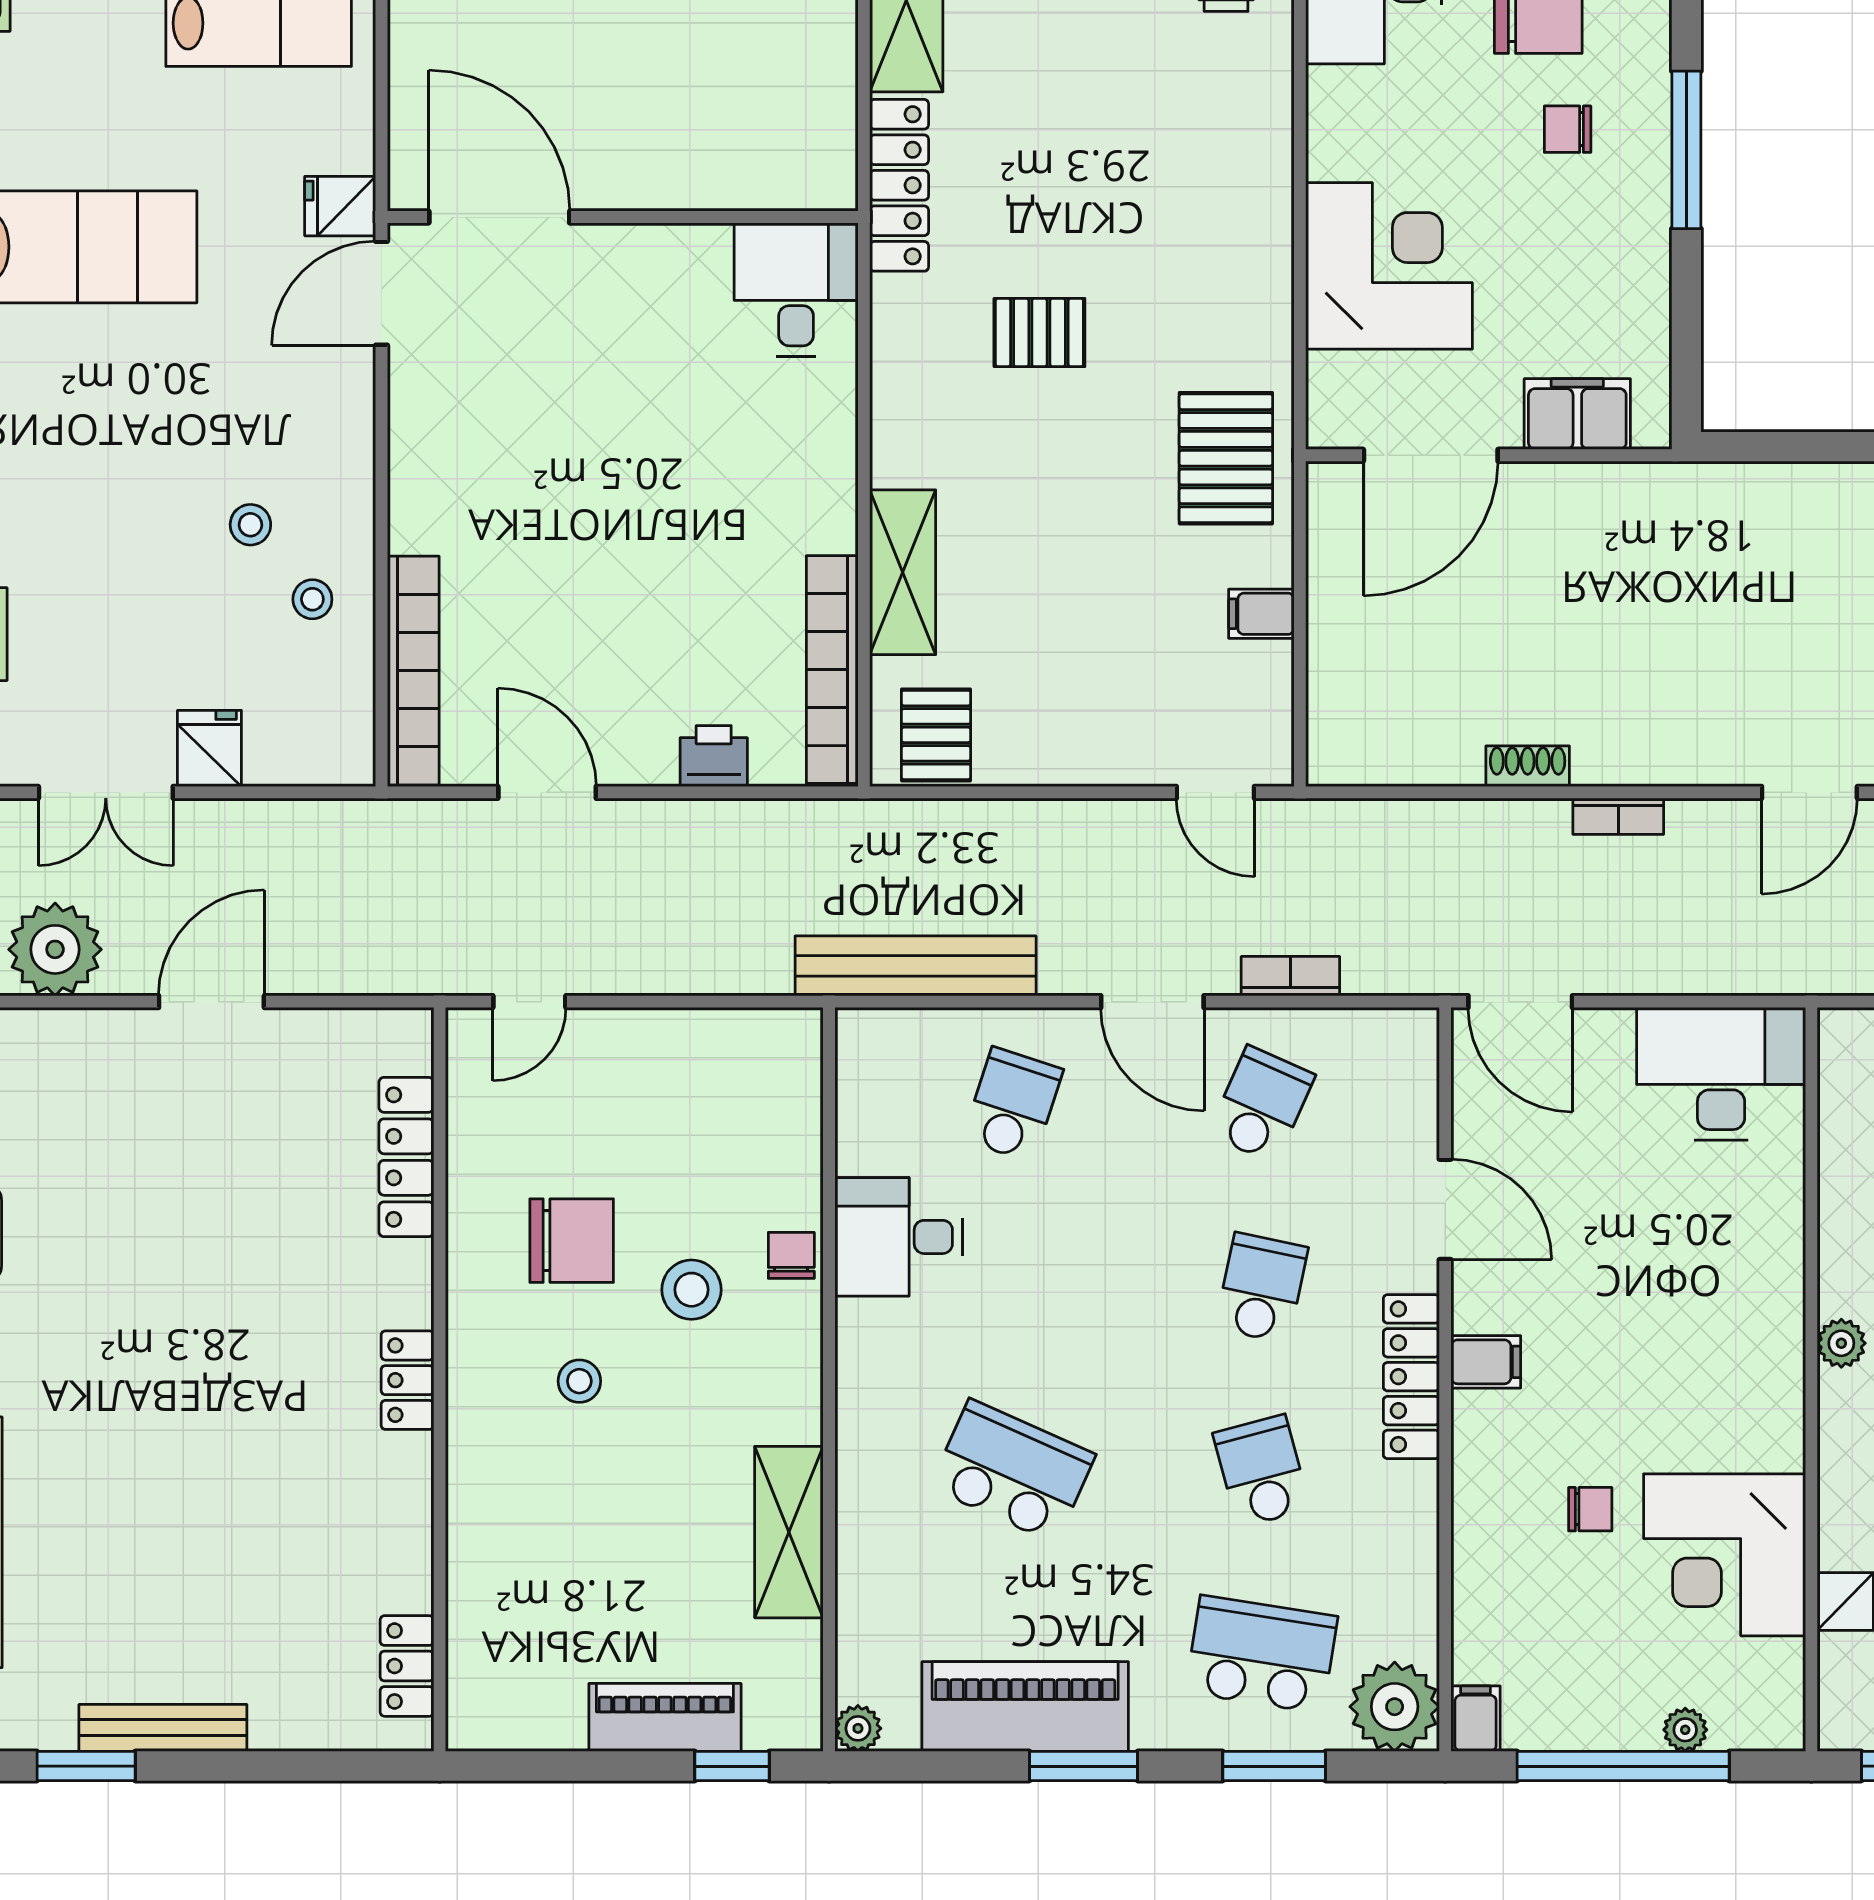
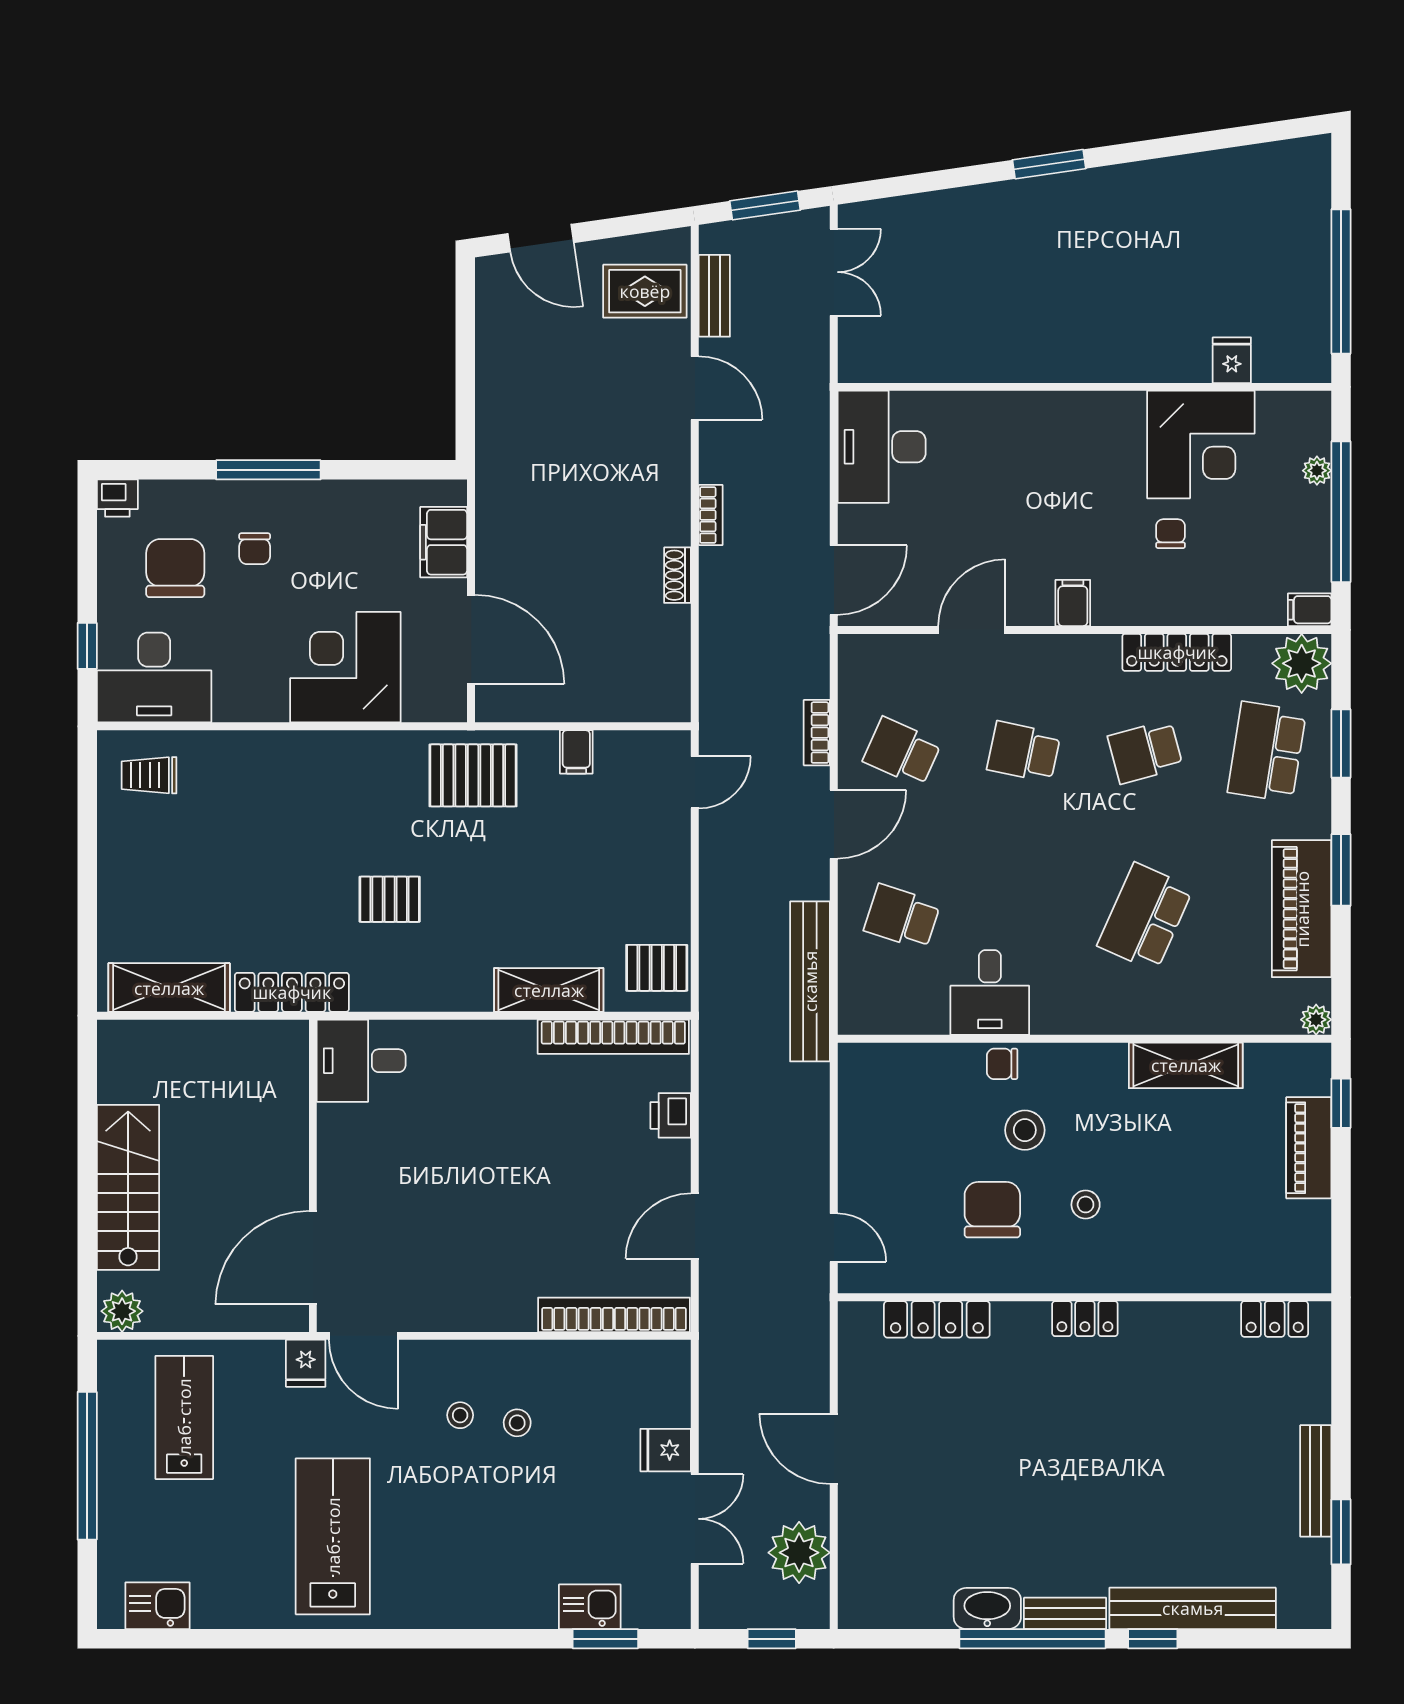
pallet: (1039, 333) -> (390, 899), turned 90
stool: (312, 599) -> (460, 1415), moved
plant: (1841, 1343) -> (1060, 367), removed
locker: (1411, 1377) -> (1177, 652), moved

